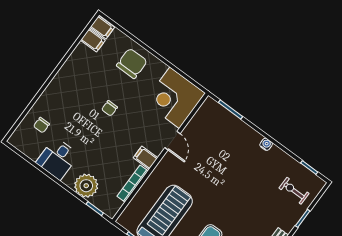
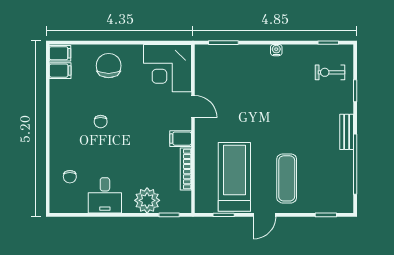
chair: (110, 108) -> (101, 122), moved

